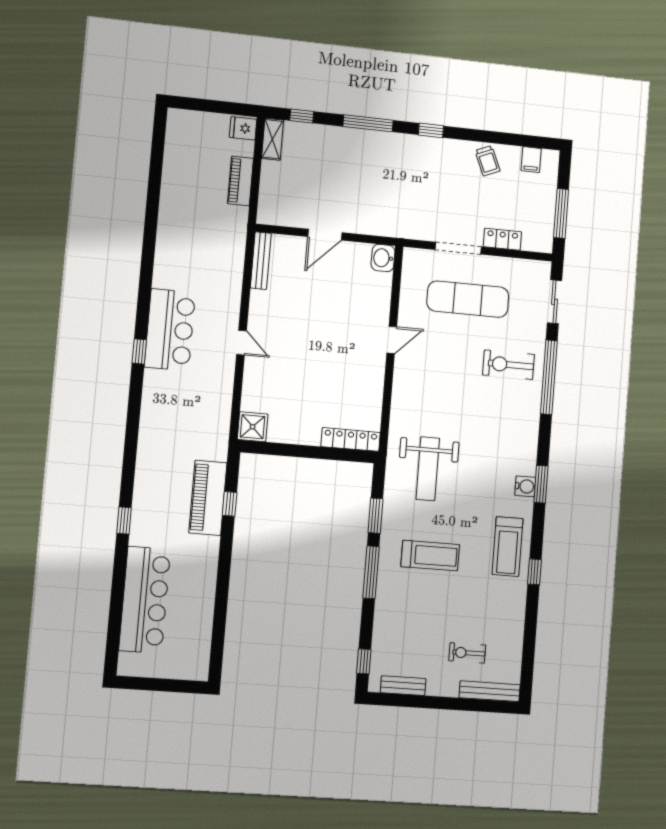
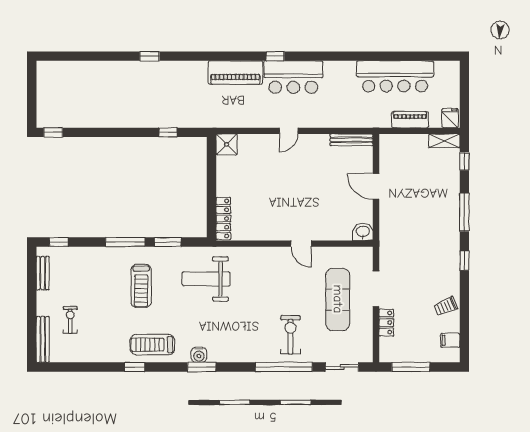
piano: (208, 498) -> (235, 73), moved, turned 180
bar counter: (145, 600) -> (395, 76), moved
window: (216, 659) -> (53, 132), added

